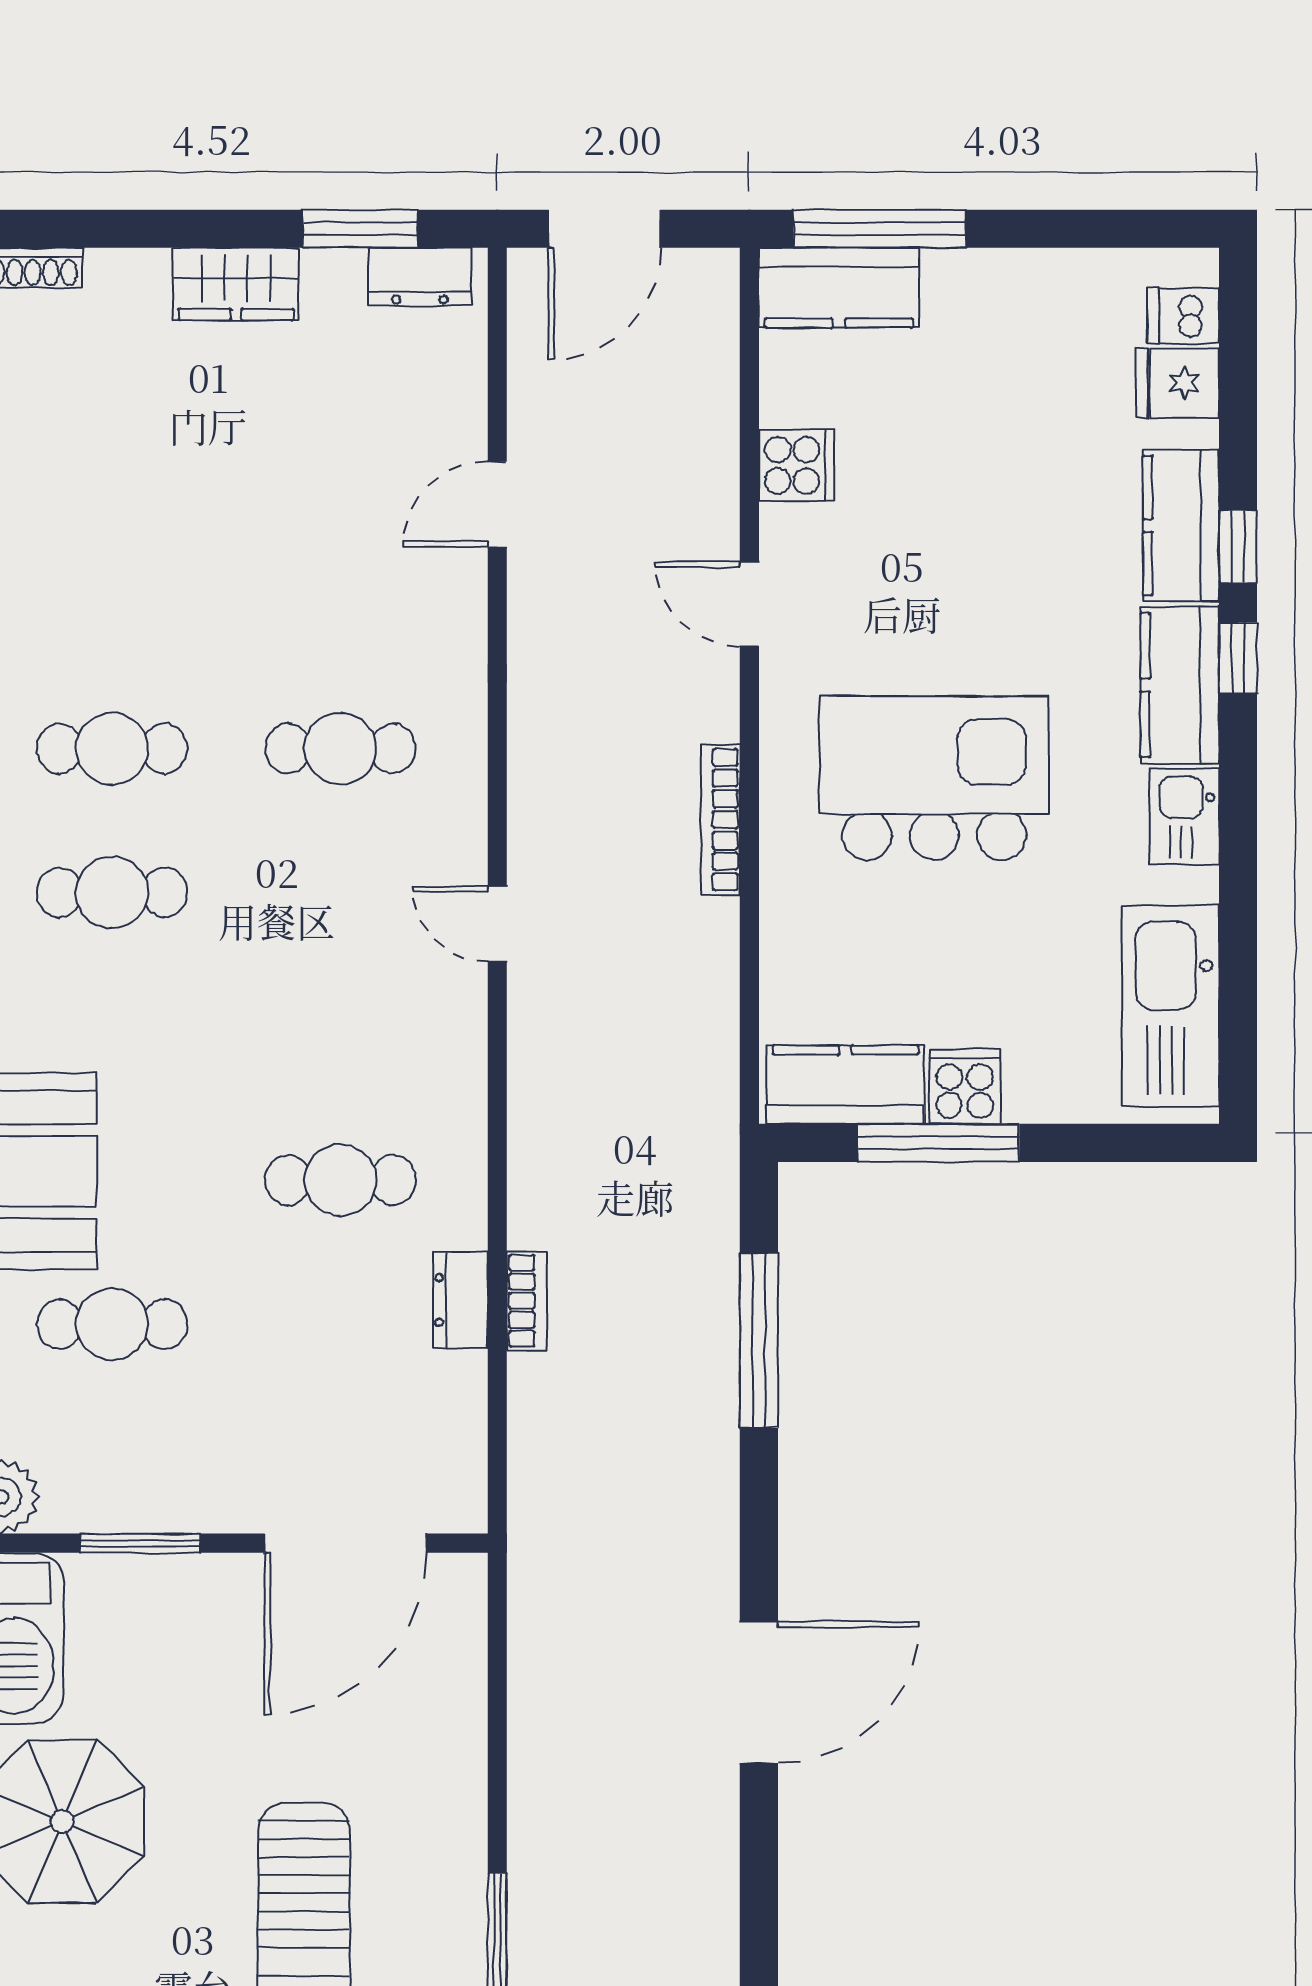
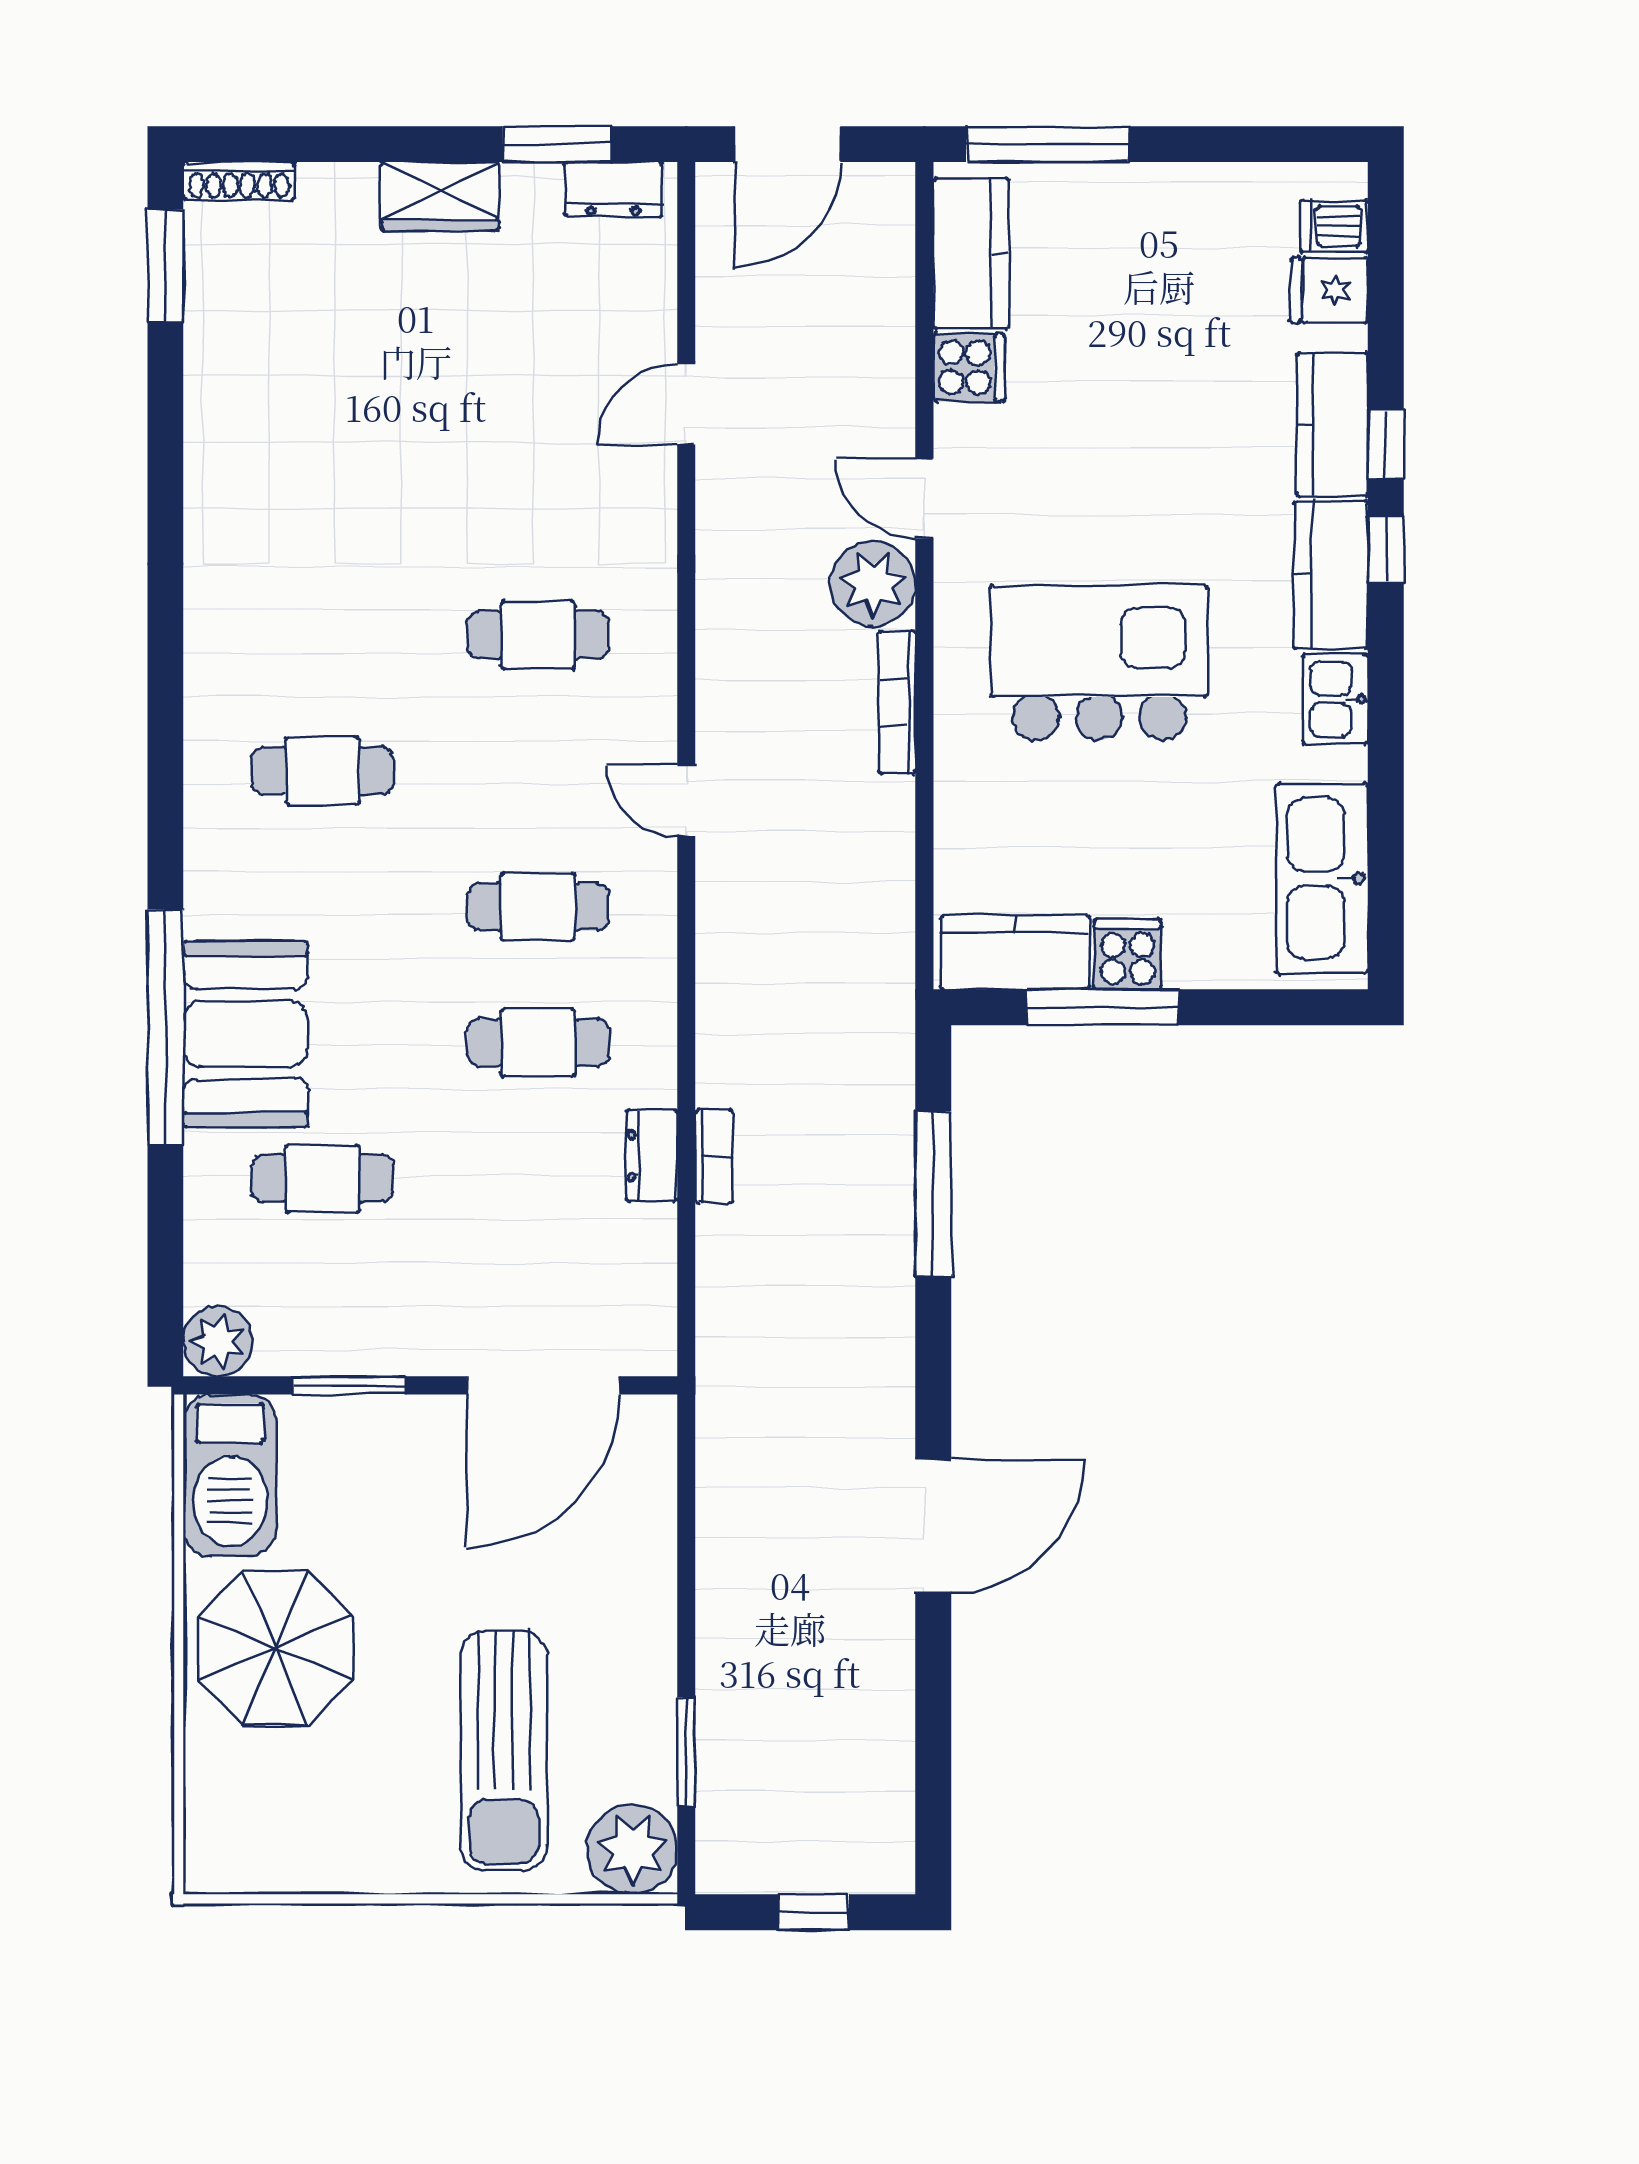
kitchen counter: (839, 288) -> (971, 253), moved, turned -90
plant: (695, 694) -> (873, 584), added
cafe table: (112, 749) -> (538, 907), moved

